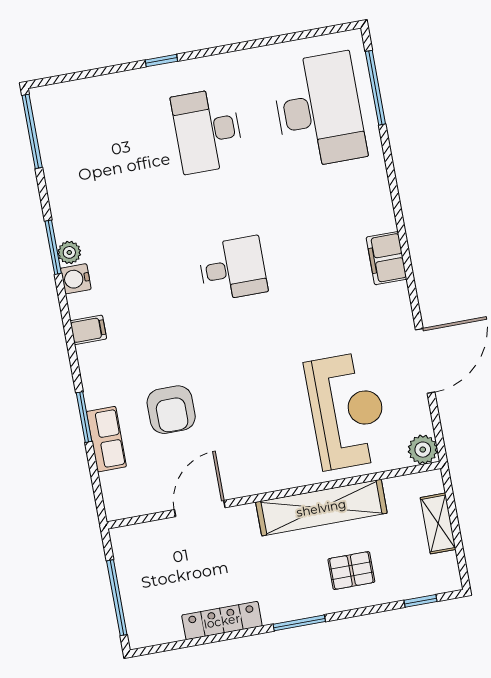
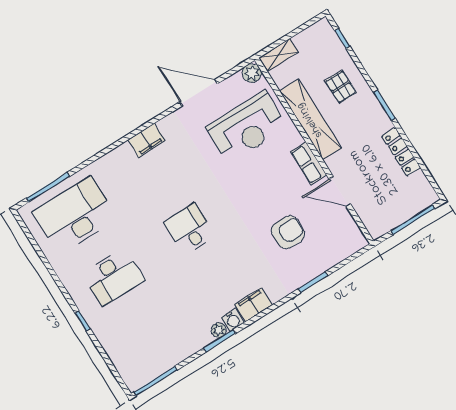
filing cabinet: (88, 330) -> (253, 305), width x2.00
reception desk: (347, 411) -> (247, 127), turned 180
row of seats: (106, 439) -> (309, 163), moved, turned -90
shelving: (438, 523) -> (279, 55), moved

